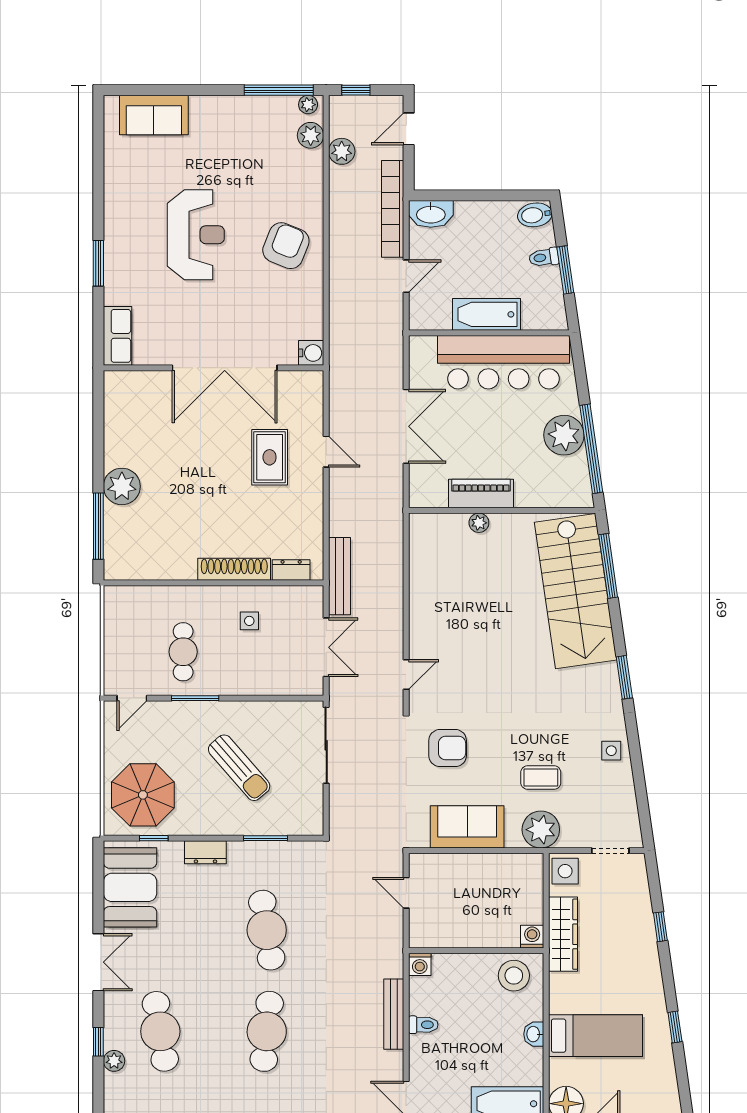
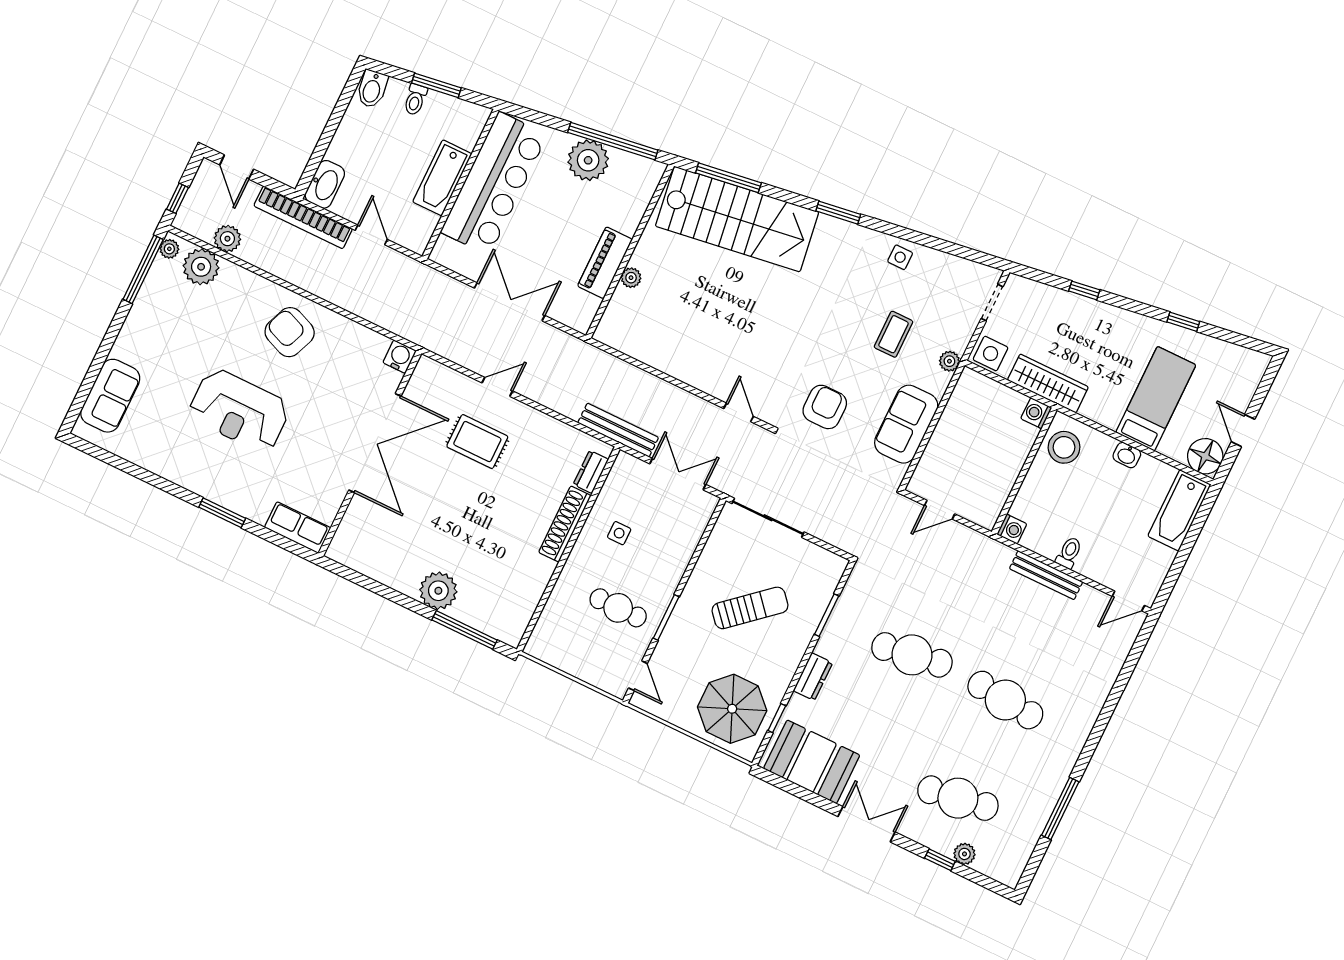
plant: (311, 135) -> (201, 267), width x1.36, depth x1.36
reception desk: (196, 235) -> (239, 410), turned 180
plant: (541, 830) -> (949, 361), width x0.53, depth x0.53

